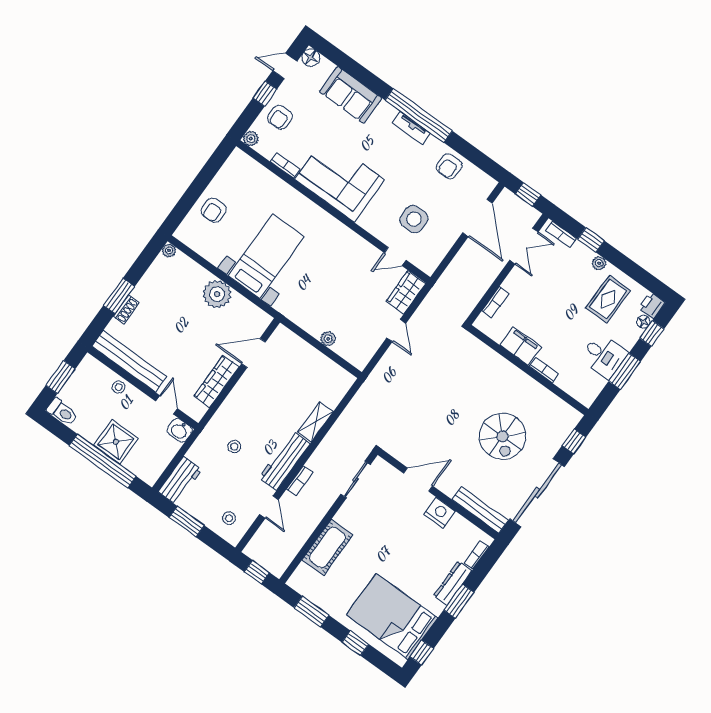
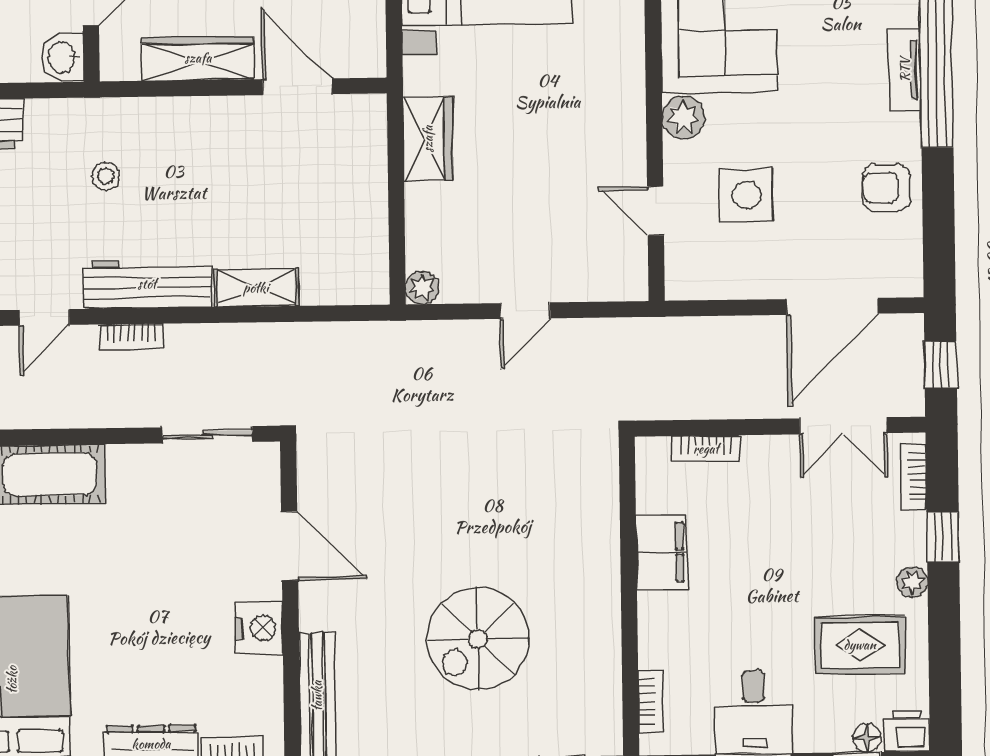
plant: (369, 221) -> (683, 117), added
wardrobe: (406, 292) -> (428, 139), moved, turned 90
plant: (328, 339) -> (422, 288), moved
bookcase: (544, 370) -> (651, 701), moved

